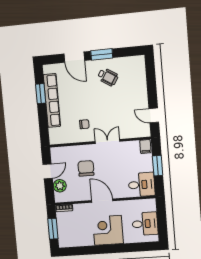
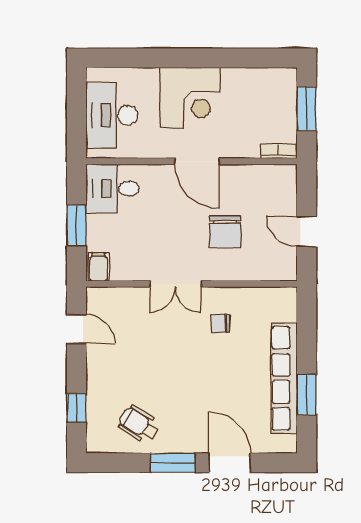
wheelchair: (108, 77) -> (139, 424), moved
window: (151, 77) -> (76, 408), added
door: (48, 171) -> (307, 232), hinge flipped
plant: (60, 186) -> (284, 199), removed
desk: (145, 224) -> (112, 115), width x1.37

